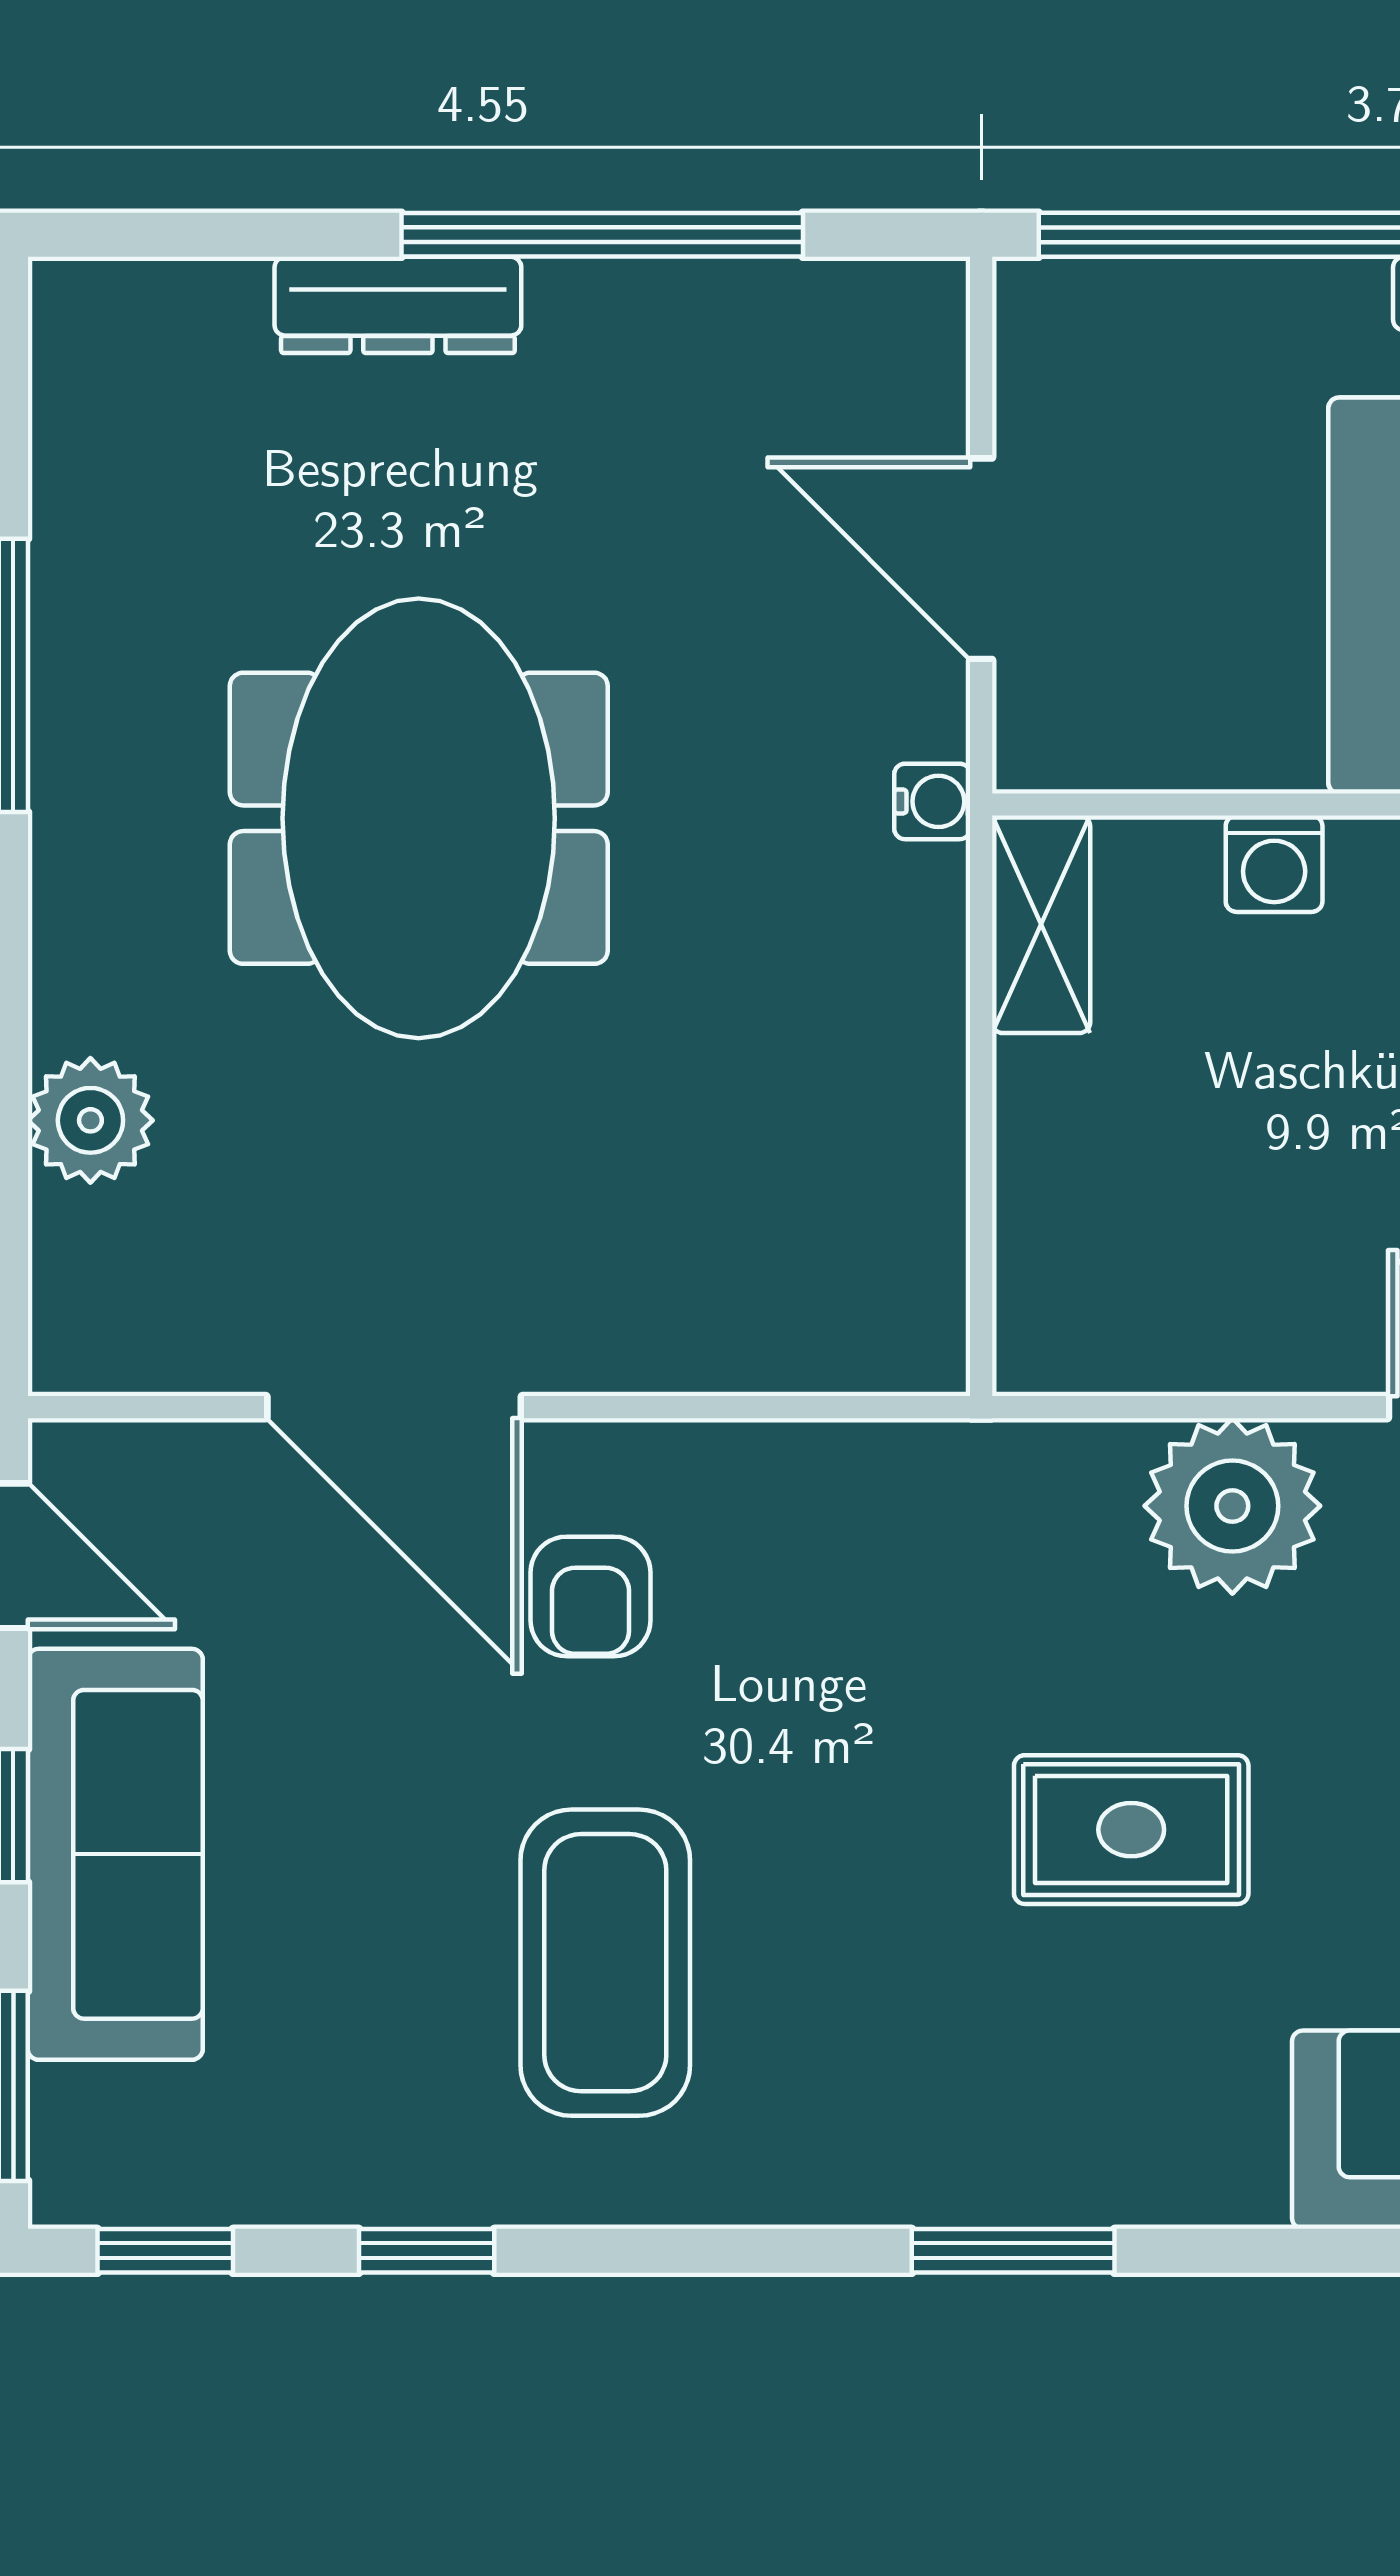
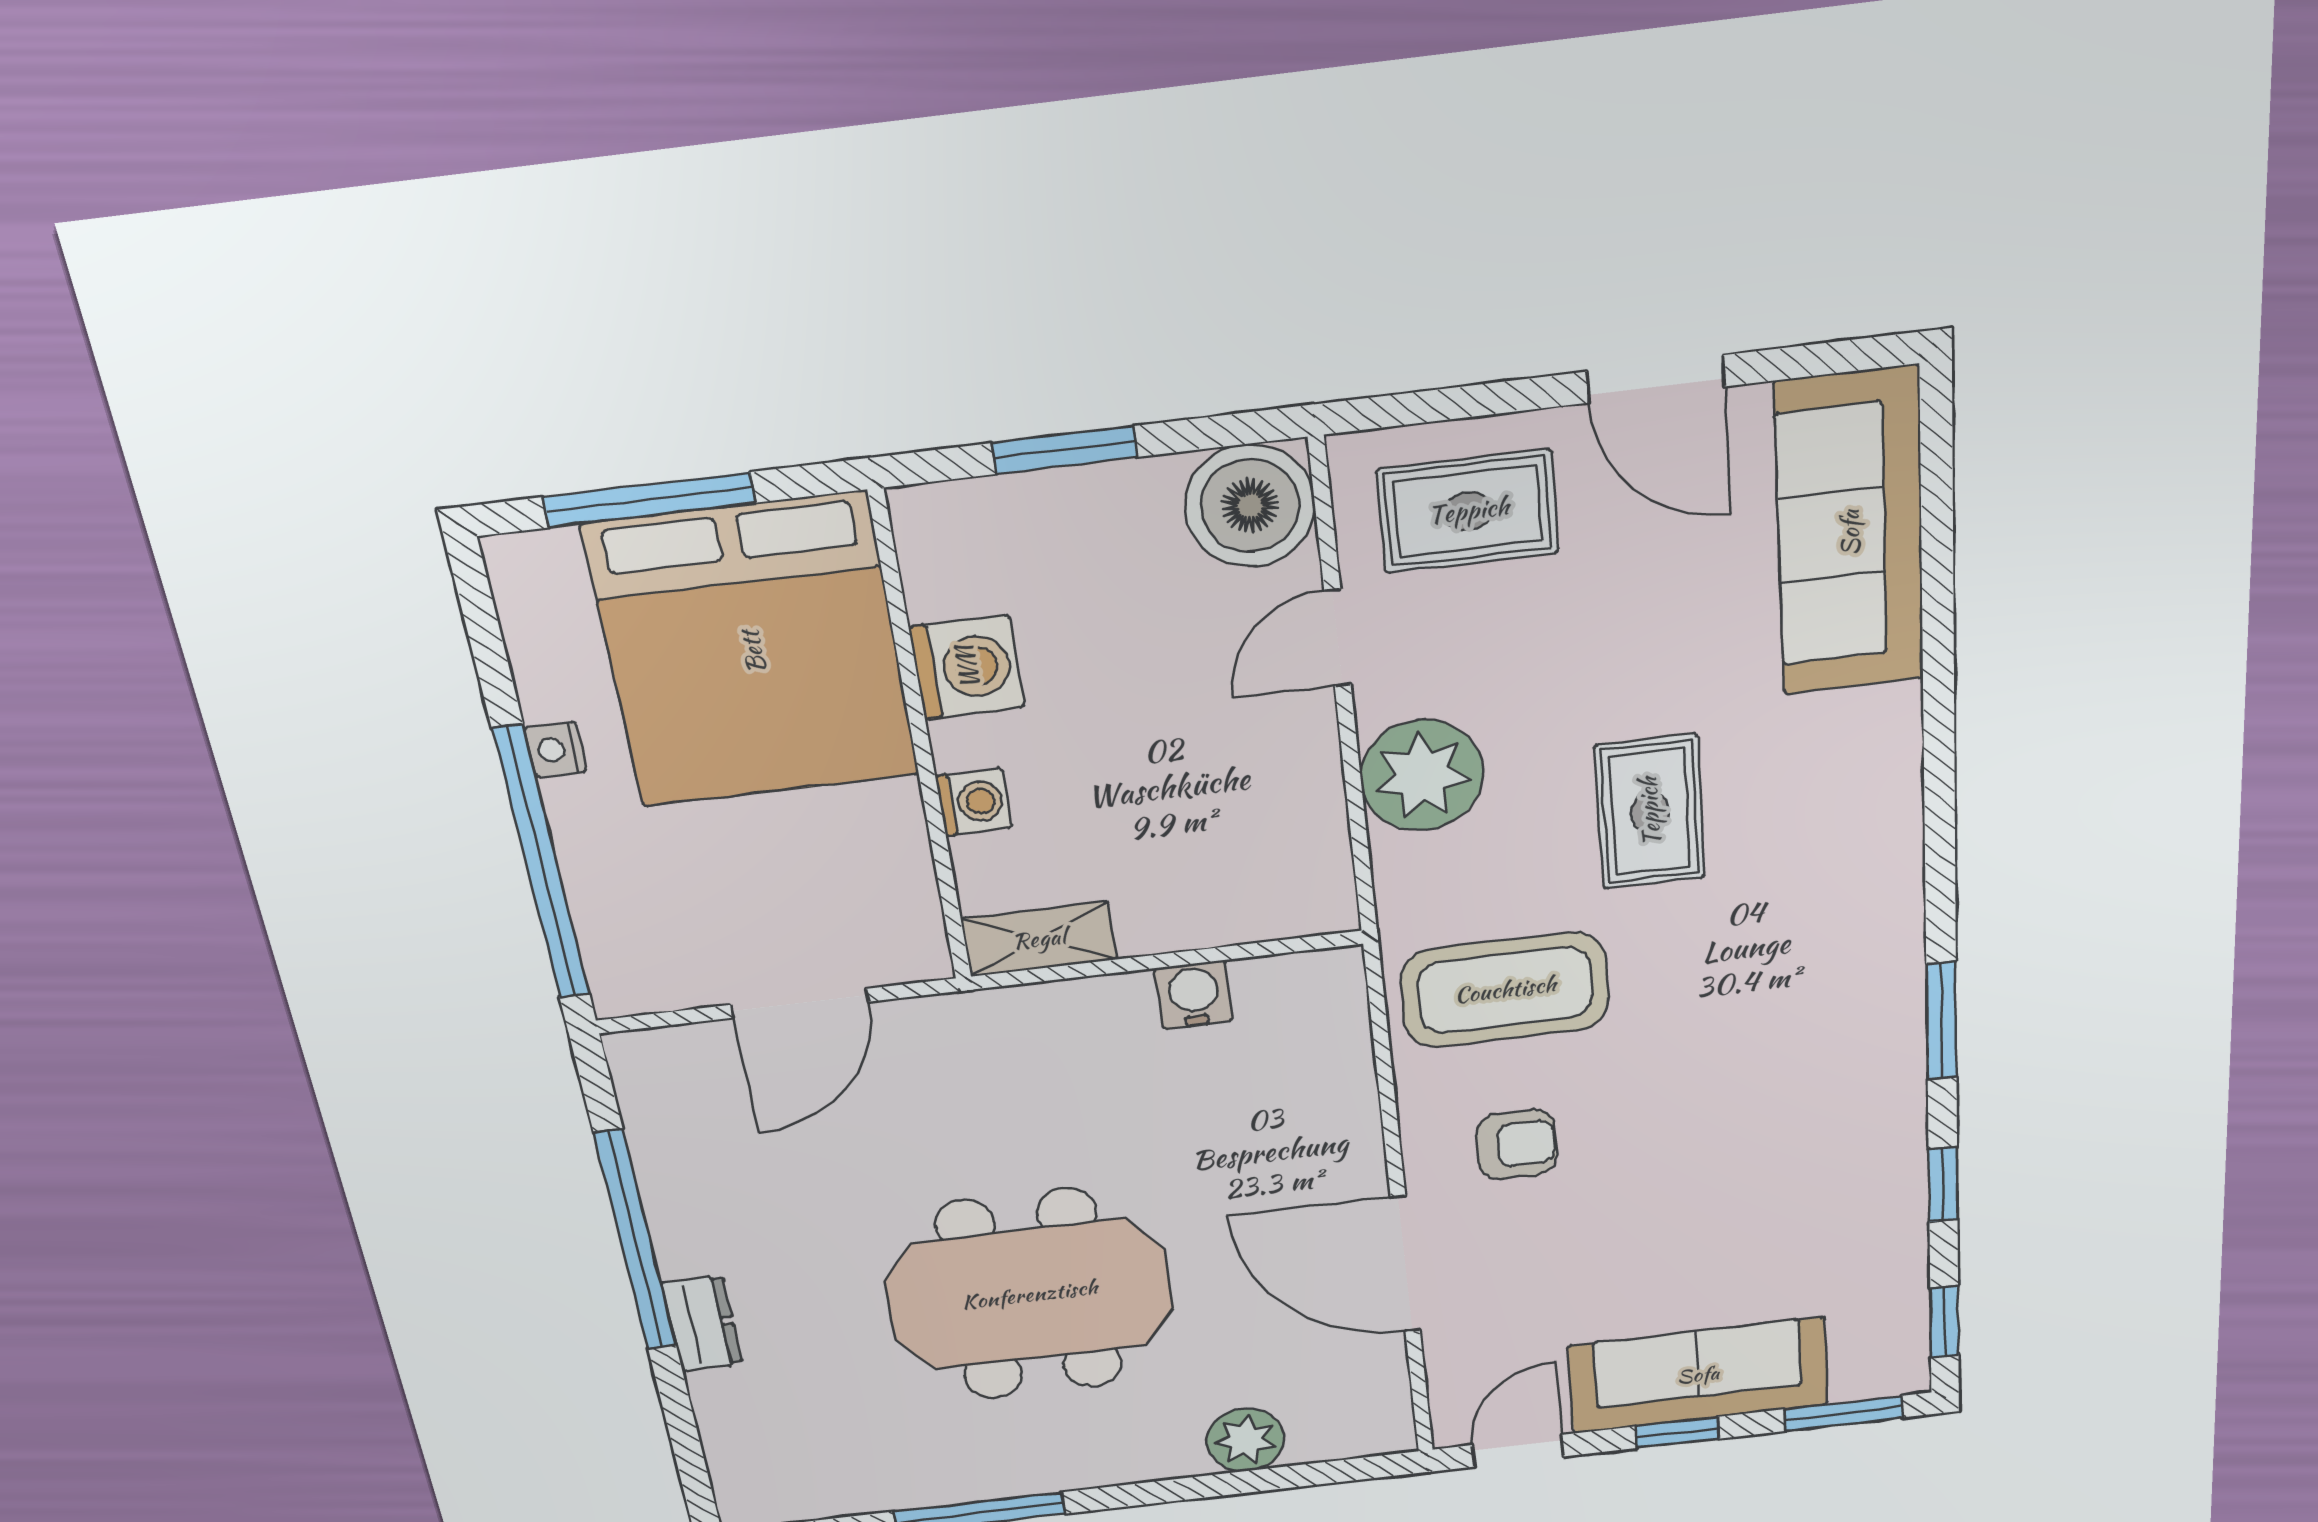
dresser: (398, 305) -> (702, 1324), width x0.70
water cooler: (932, 801) -> (1194, 995), moved, width x1.38, depth x1.38
door: (394, 1407) -> (1405, 1264), swing flipped
coffee table: (605, 1963) -> (1505, 990), moved
window: (1013, 2251) -> (1942, 1021), moved

